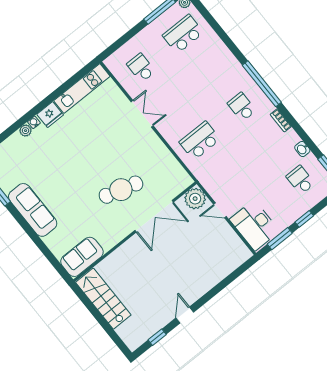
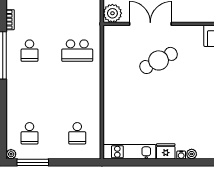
school desk: (183, 34) -> (30, 133), width x0.54
double door: (142, 114) -> (102, 101), removed
cafe table: (121, 190) -> (159, 60), turned -44

